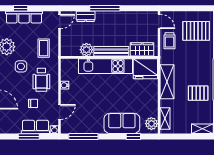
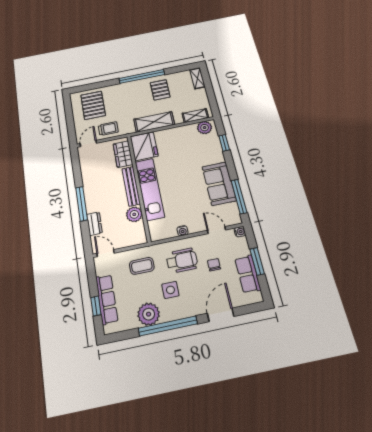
sofa: (122, 123) -> (219, 184), moved
row of seats: (35, 127) -> (248, 274), moved

